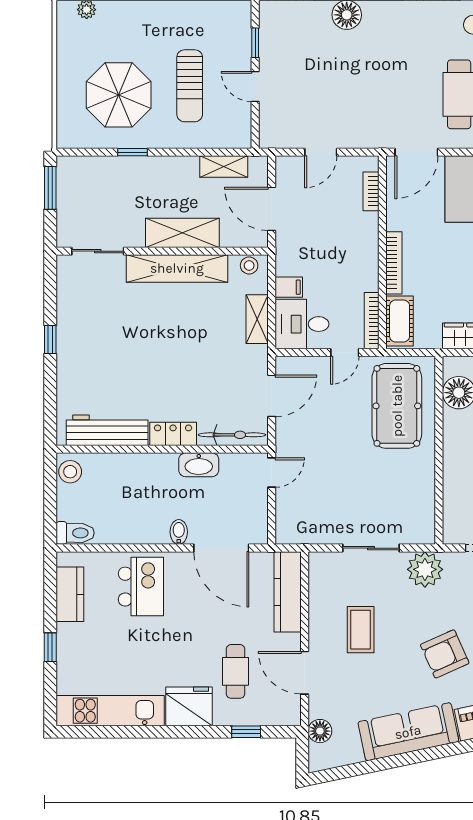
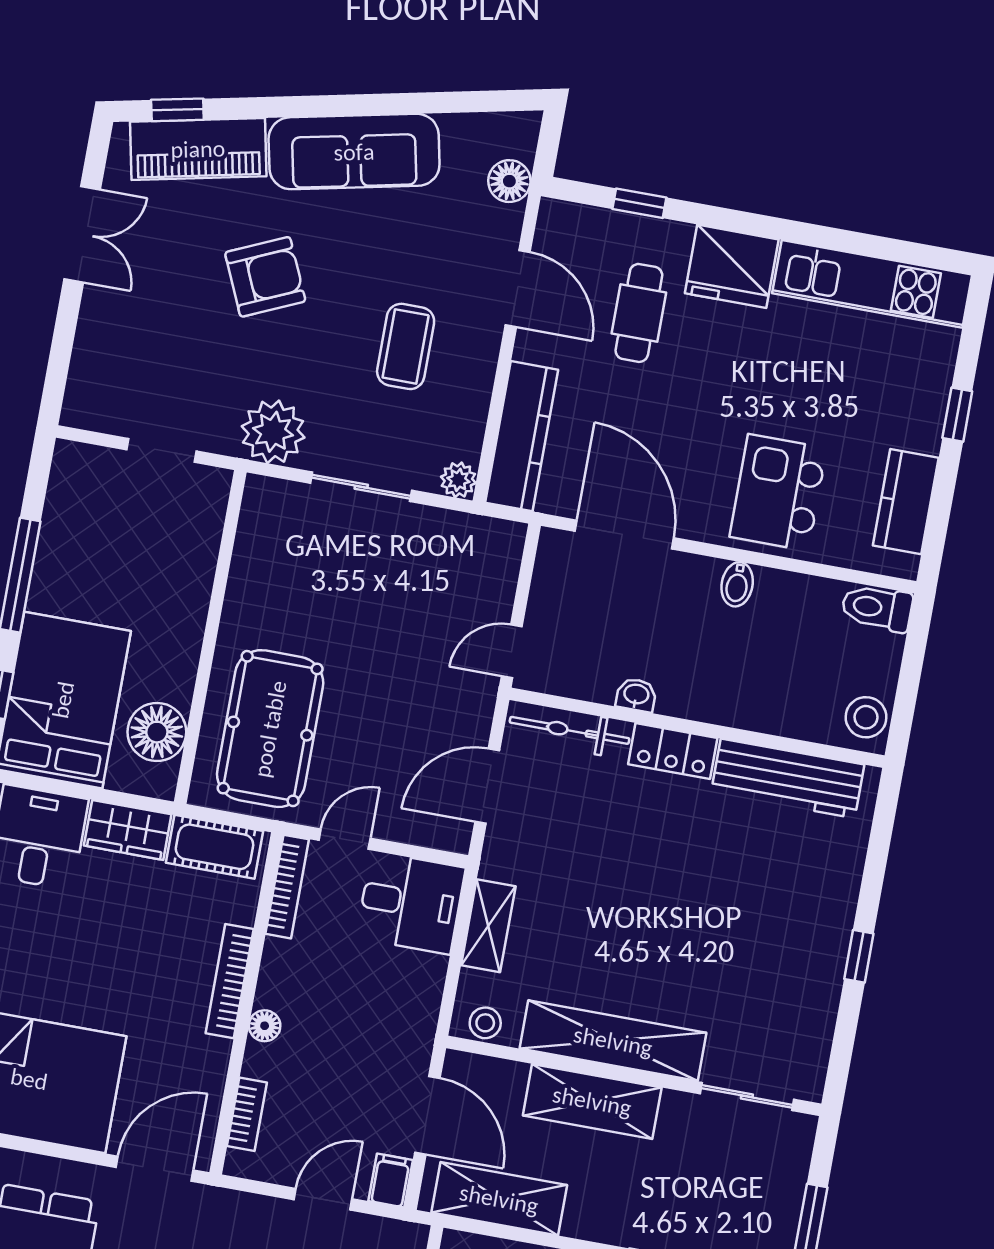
shelving: (224, 167) -> (499, 1199), width x1.50, depth x1.33
floor lamp: (370, 242) -> (265, 1026), added
filing cabinet: (289, 287) -> (391, 1181), moved, turned 90
cot: (400, 321) -> (215, 847), moved, turned 90
washbasin: (199, 465) -> (636, 695), width x0.52, depth x0.69
bidet: (179, 532) -> (737, 584), moved
plant: (318, 562) -> (458, 480), added

